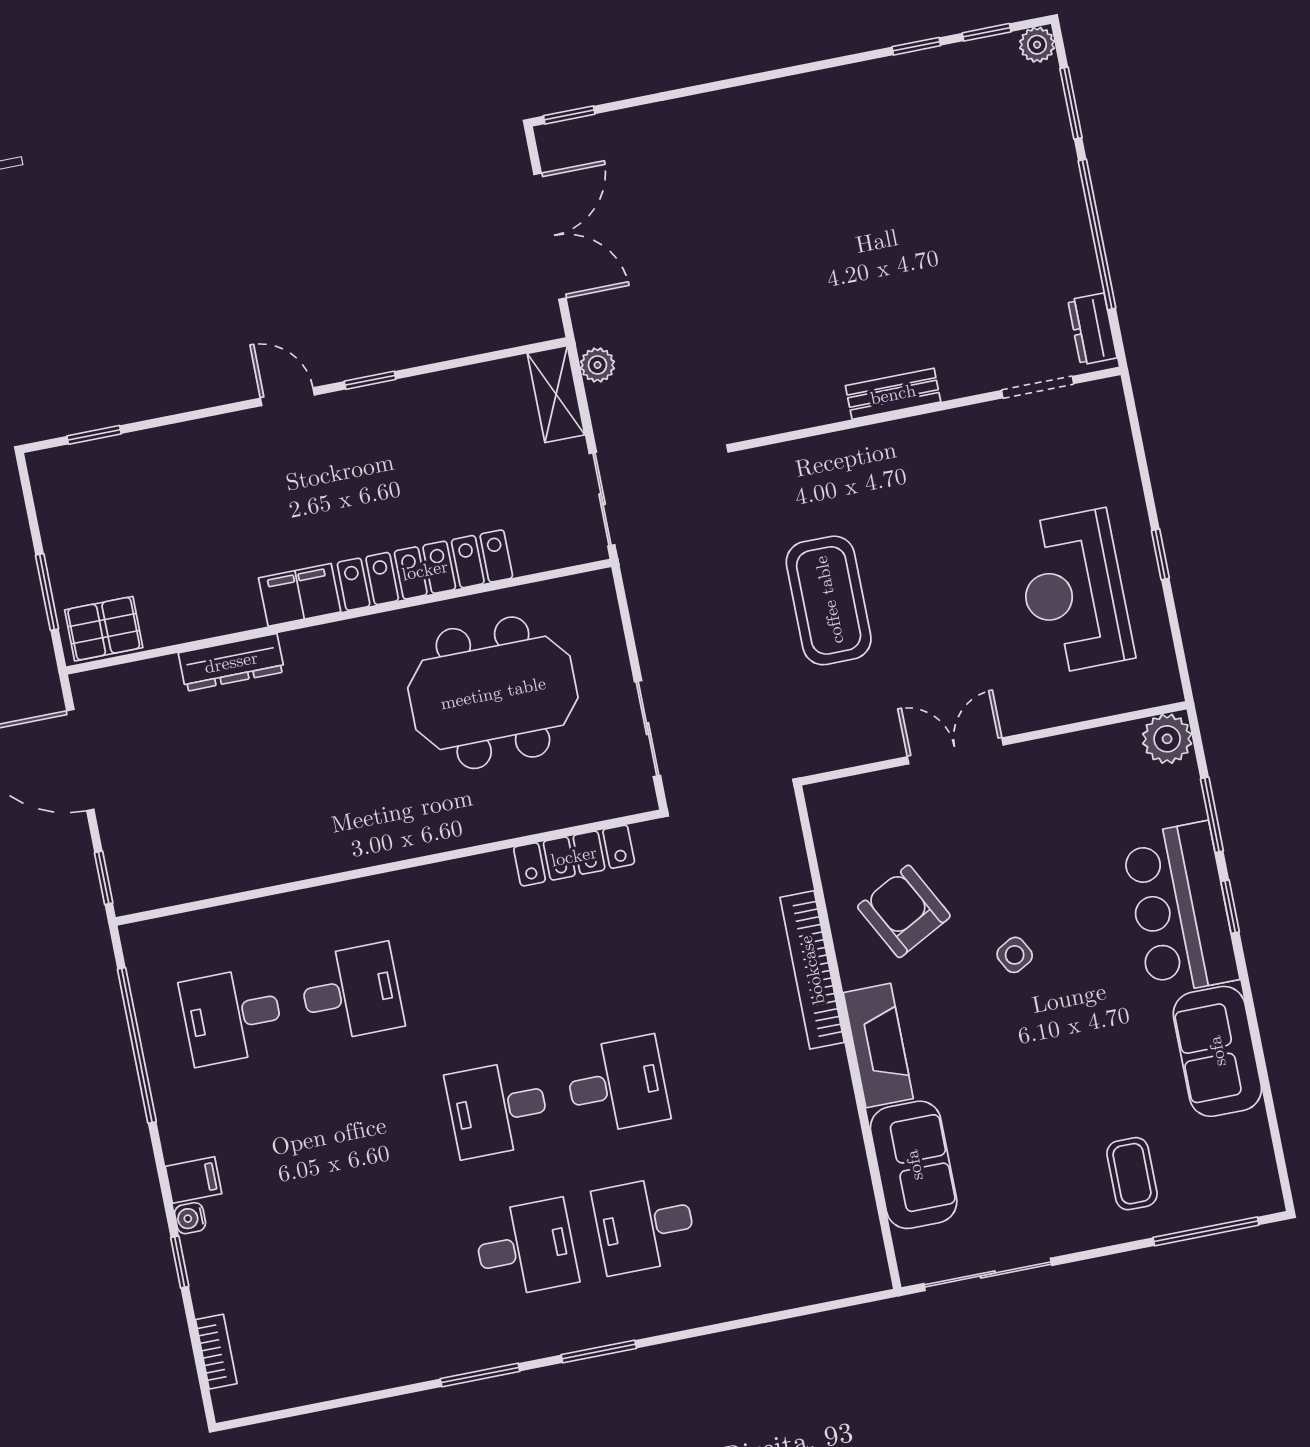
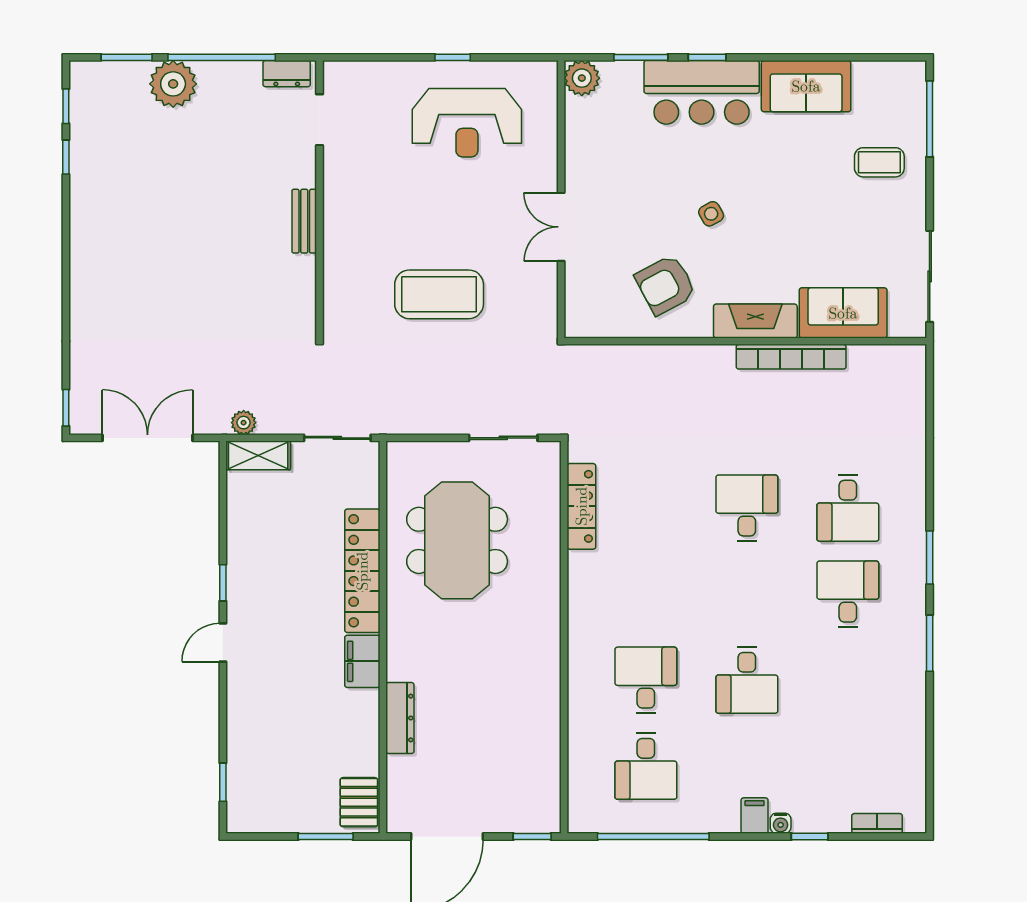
plant: (1037, 45) -> (173, 84), moved, width x1.87, depth x1.87
bookcase: (812, 970) -> (791, 357), moved
desk: (498, 1109) -> (747, 680), moved

